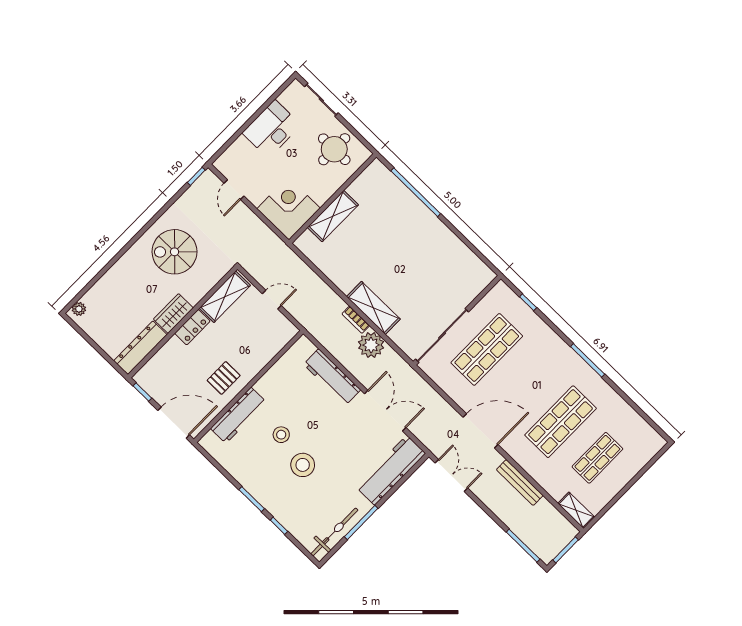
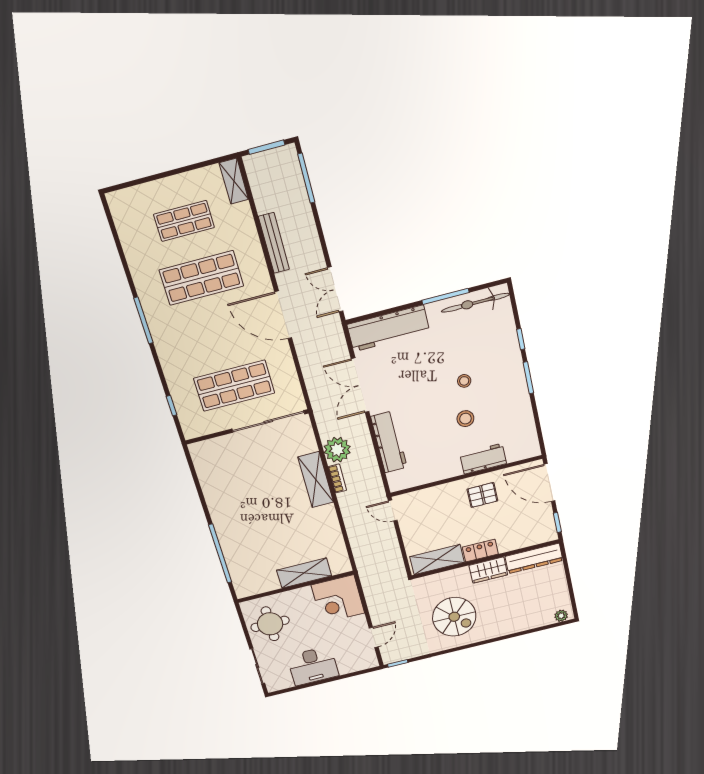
door: (272, 300) -> (393, 511), moved
workbench: (238, 415) -> (483, 459), width x0.73
stool: (303, 465) -> (464, 381), width x0.53, depth x0.53

